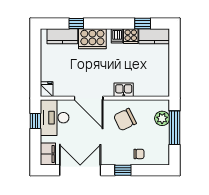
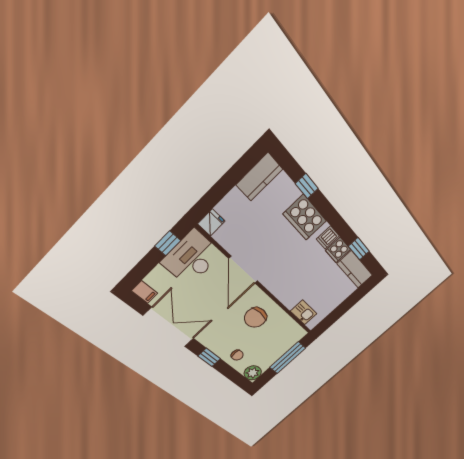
kitchen counter: (62, 36) -> (259, 177), moved, turned -90
kitchen sink: (124, 90) -> (304, 312), moved
plant: (162, 118) -> (253, 373), moved
chair: (125, 120) -> (255, 318), turned -64
filing cabinet: (48, 154) -> (145, 292), width x0.50

